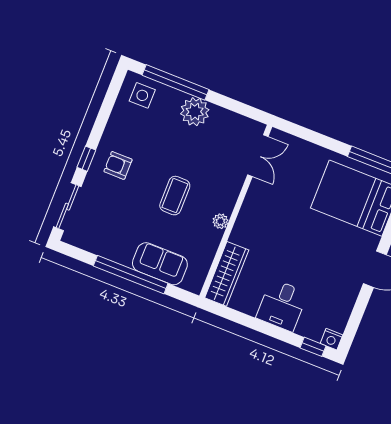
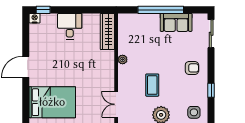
window: (86, 159) -> (211, 90), moved
coffee table: (175, 196) -> (152, 85), moved
sofa: (160, 264) -> (176, 22), moved

